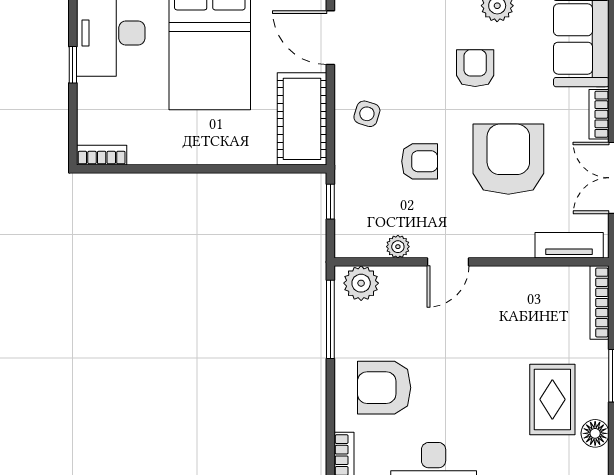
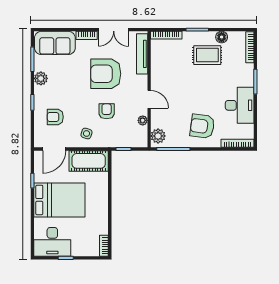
armchair: (475, 68) -> (55, 117), moved
tv unit: (569, 245) -> (142, 54), width x1.41
armchair: (384, 388) -> (202, 126), turned 98

